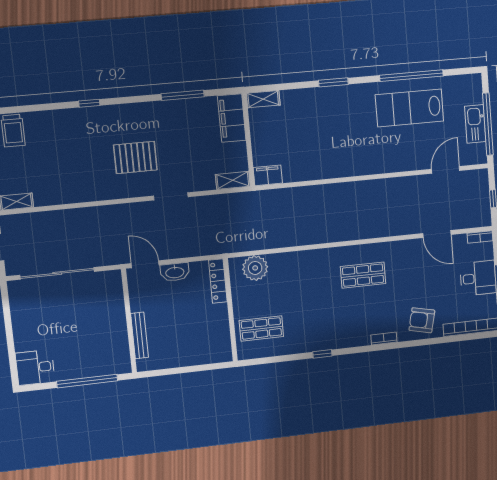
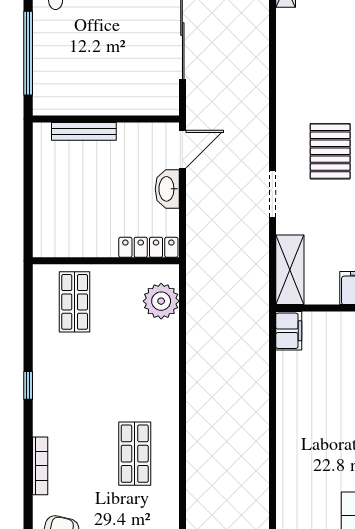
shelving: (233, 180) -> (290, 270), width x1.50, depth x1.33
bookcase: (384, 339) -> (40, 466), width x1.56

